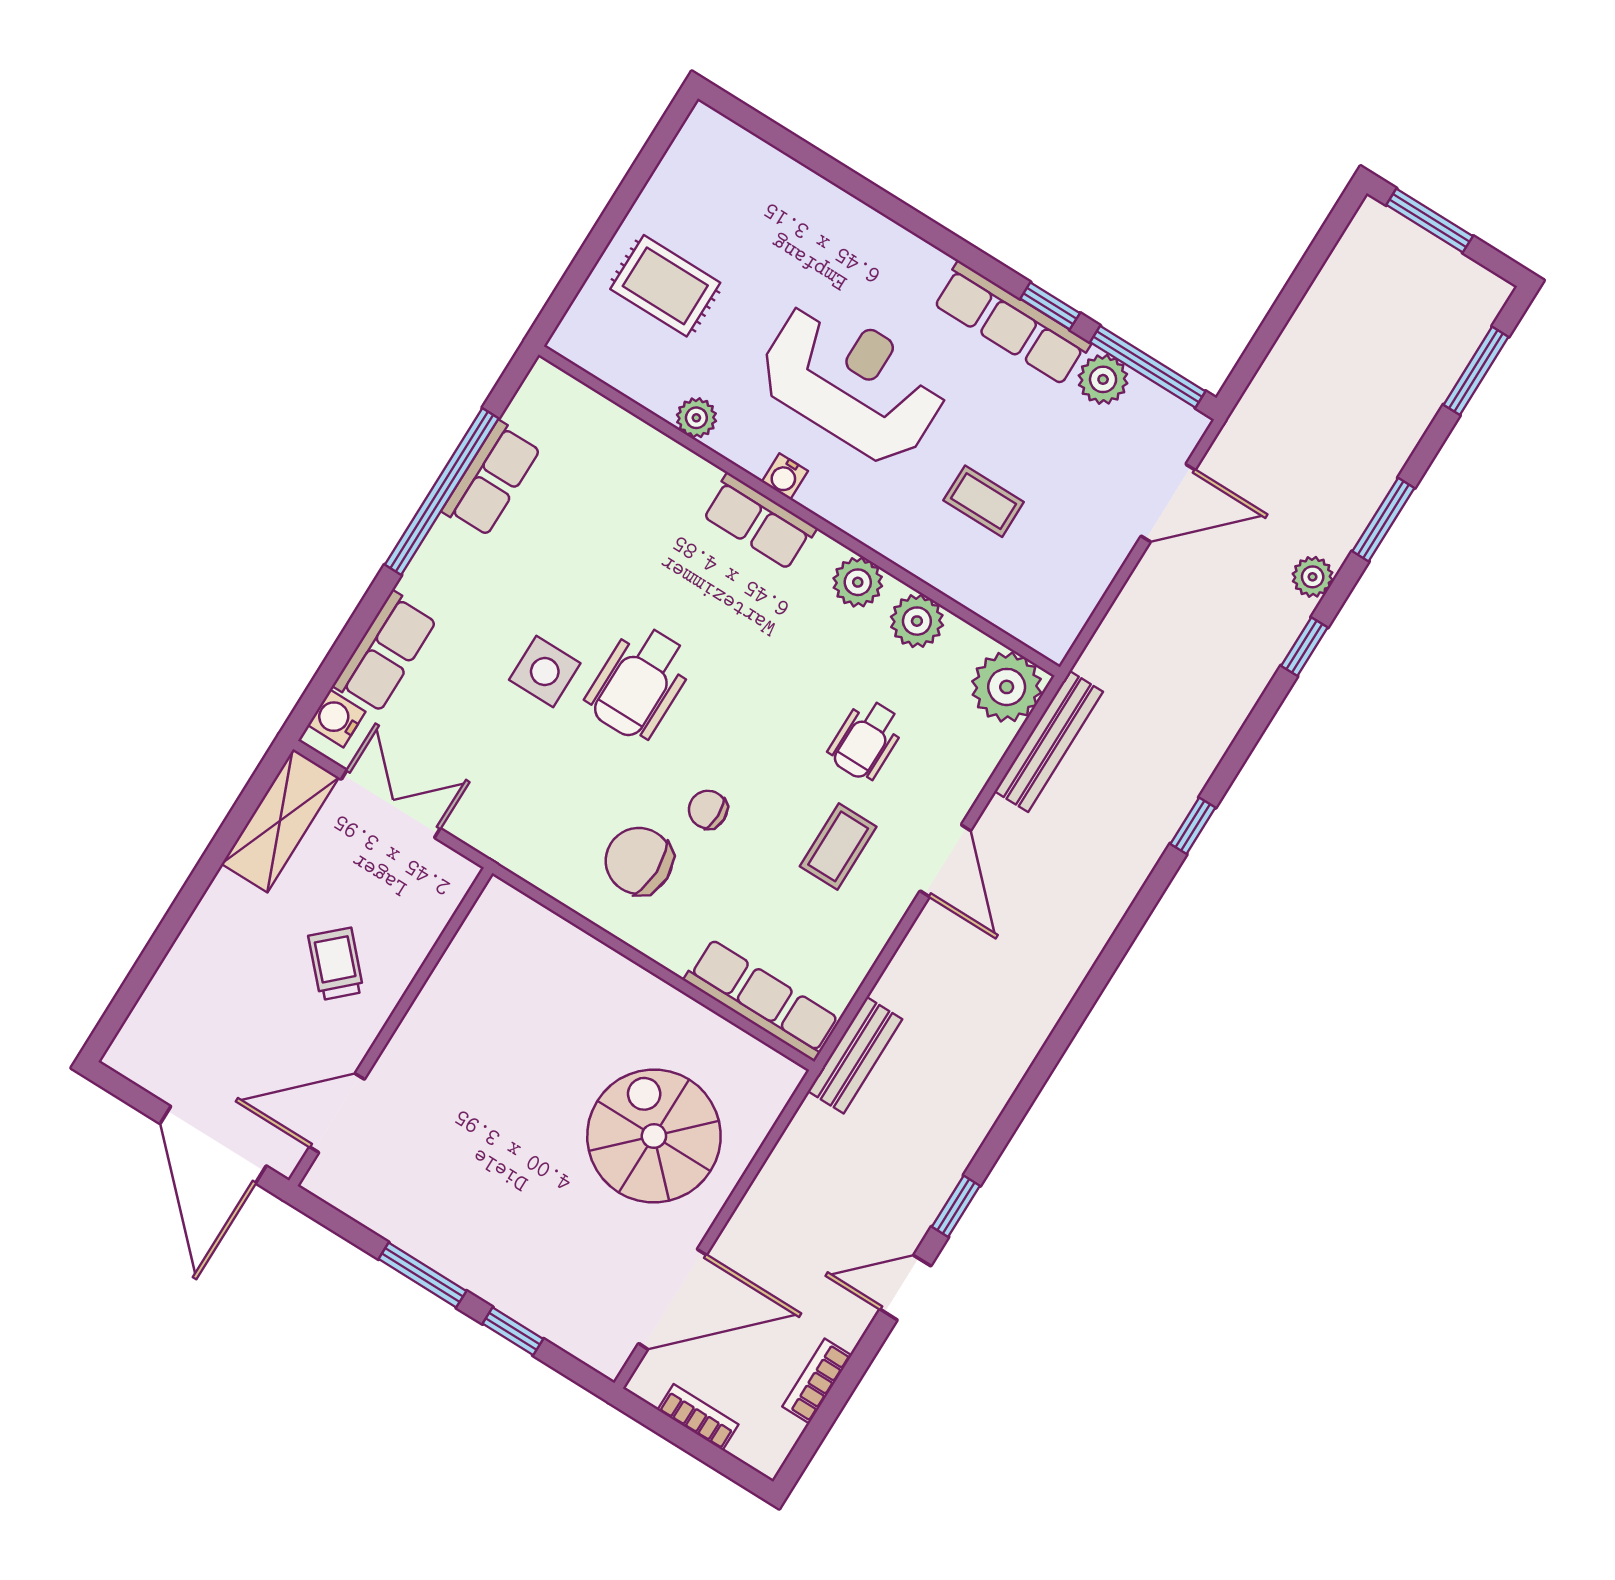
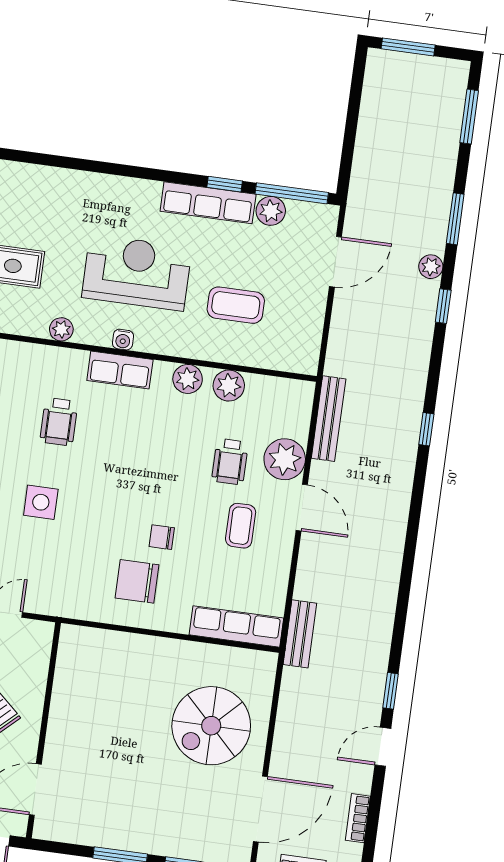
coffee table: (984, 501) -> (236, 305), width x1.36, depth x1.30
wheelchair: (639, 682) -> (59, 422), moved, width x0.73, depth x0.73
plant: (1007, 687) -> (285, 459), moved
spiral stairs: (654, 1136) -> (211, 726), turned -90

